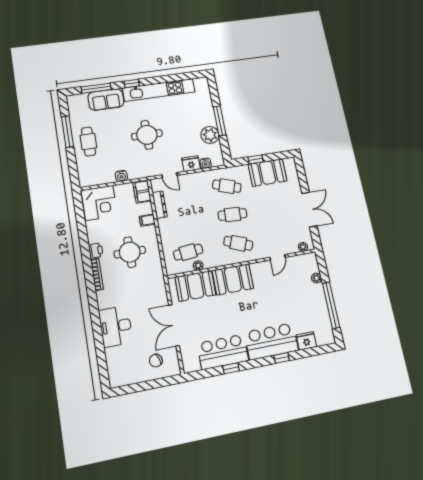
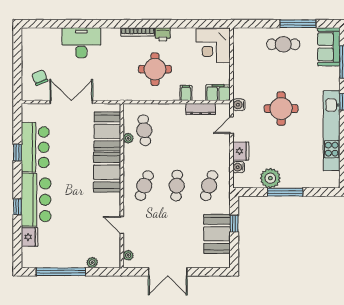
sofa: (106, 100) -> (329, 47), moved
water cooler: (121, 176) -> (239, 105), moved

